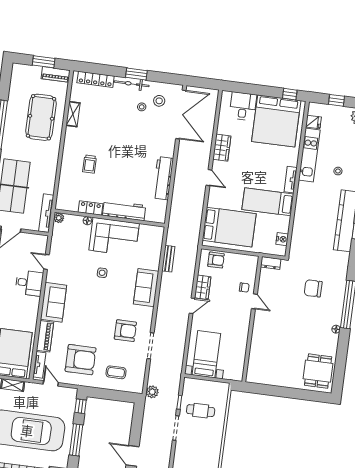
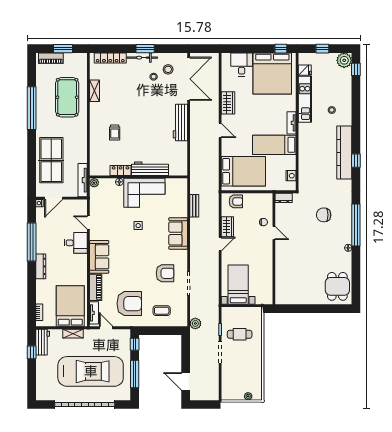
piano: (56, 74) -> (51, 58), moved
workbench: (163, 178) -> (180, 123), moved

